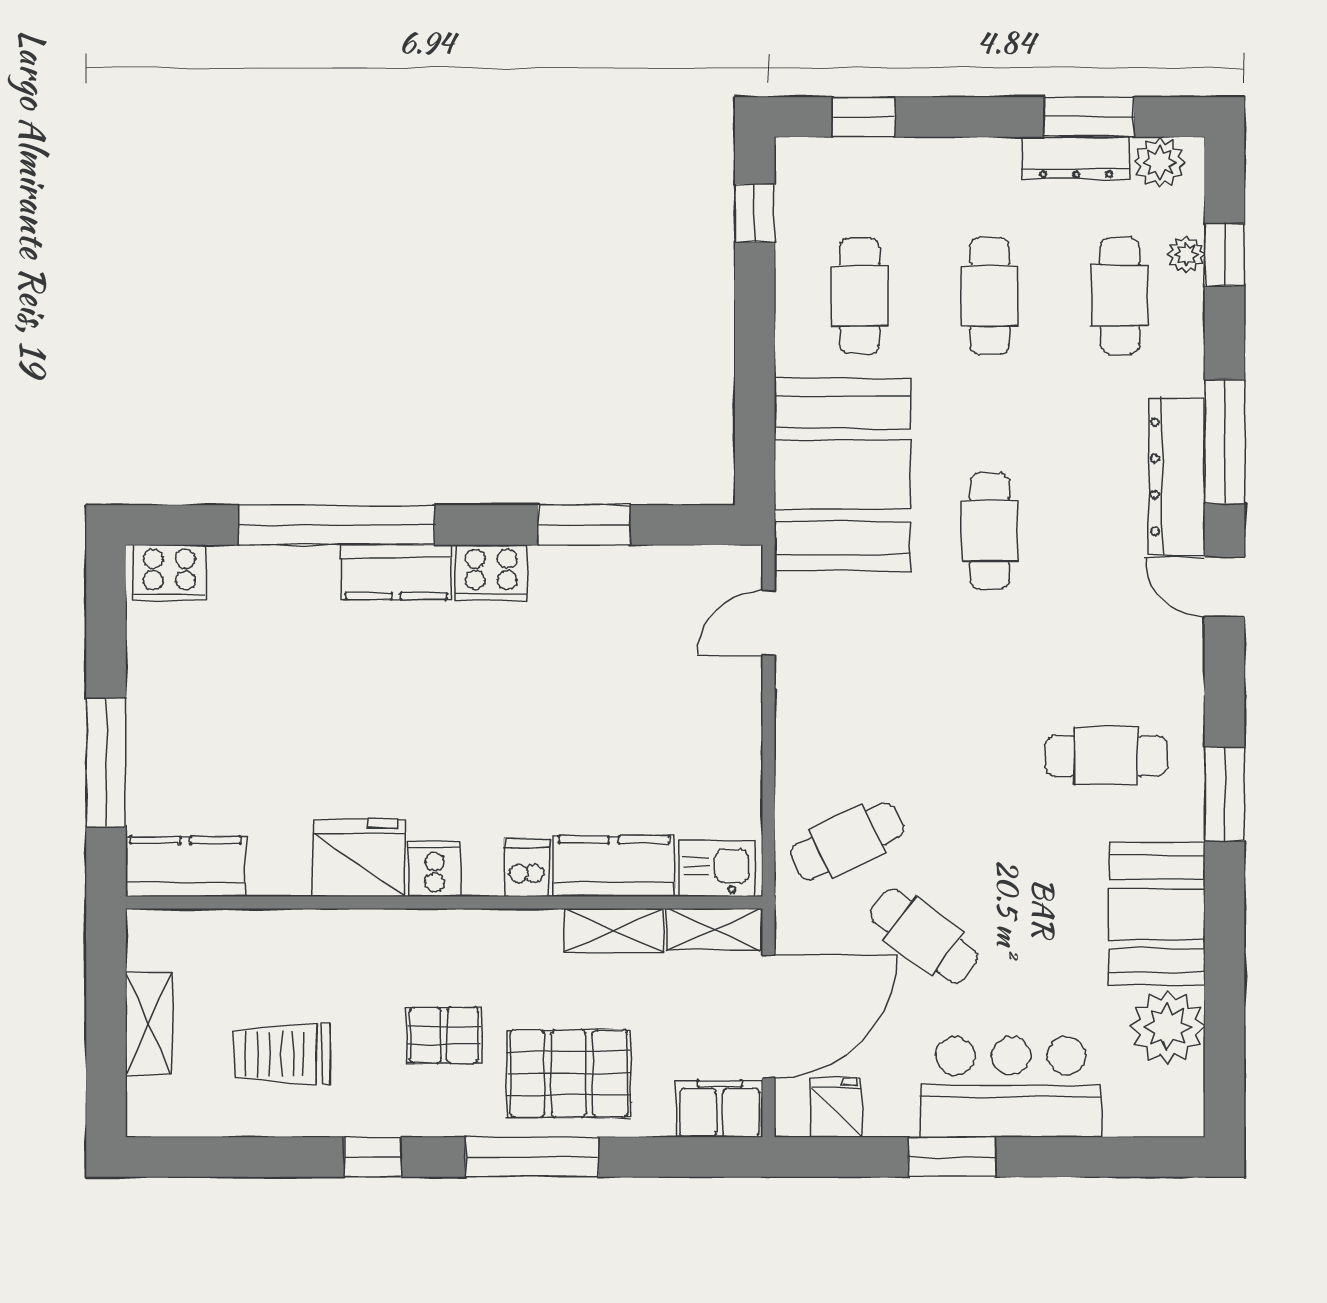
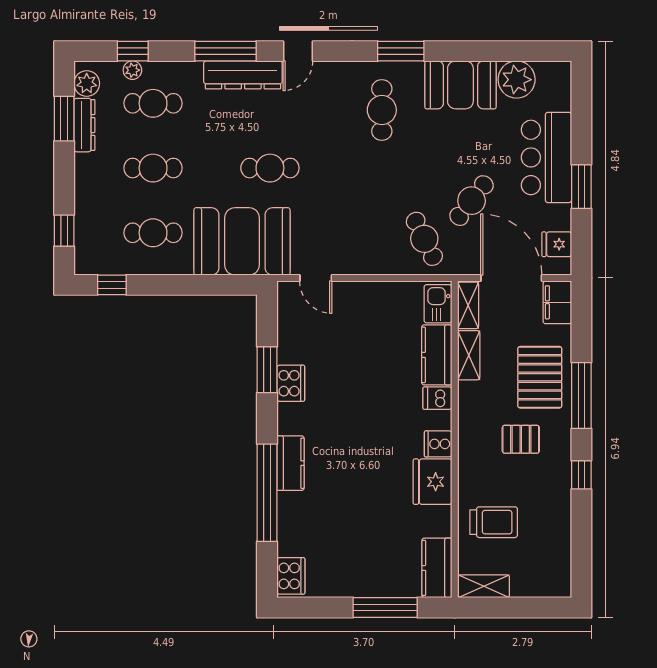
cooker: (491, 573) -> (291, 383), moved
shelving: (149, 1023) -> (484, 586), moved
pallet: (444, 1035) -> (521, 439), turned 90
trolley: (282, 1054) -> (494, 522), moved, turned -90

